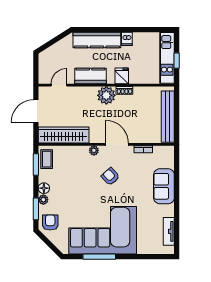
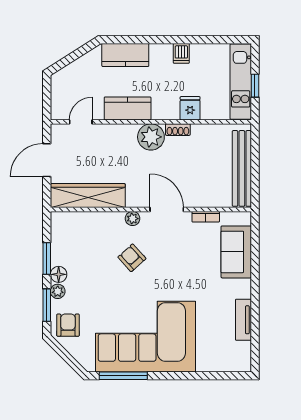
kitchen counter: (97, 40) -> (125, 55), width x0.67
fridge: (122, 76) -> (190, 108), moved
coffee table: (47, 159) -> (63, 231), removed
window: (36, 165) -> (47, 259), moved
armchair: (110, 177) -> (132, 258), moved
sofa: (164, 186) -> (236, 252), moved
tv unit: (169, 231) -> (243, 320), moved
window: (99, 257) -> (123, 376), moved

